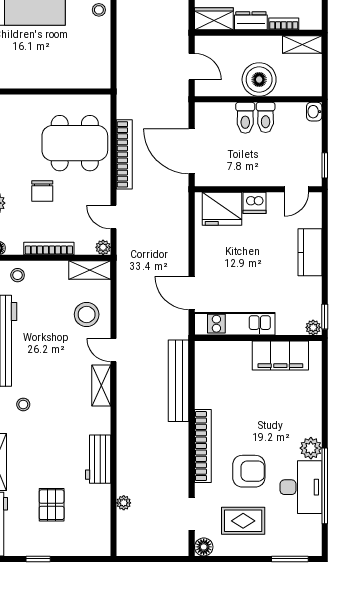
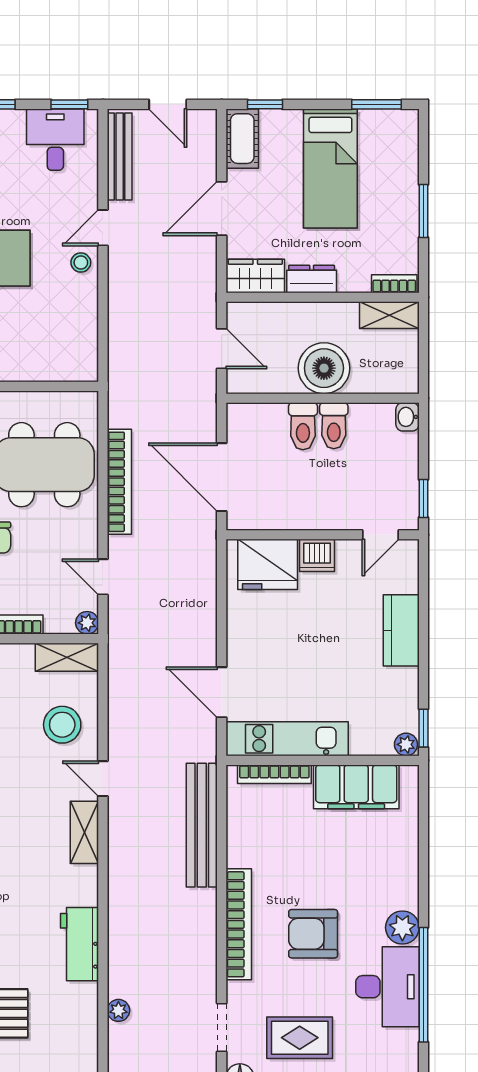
bookcase: (284, 24) -> (394, 284), moved
bookcase: (226, 347) -> (274, 774), added
armchair: (249, 471) -> (313, 934), moved, turned 180

